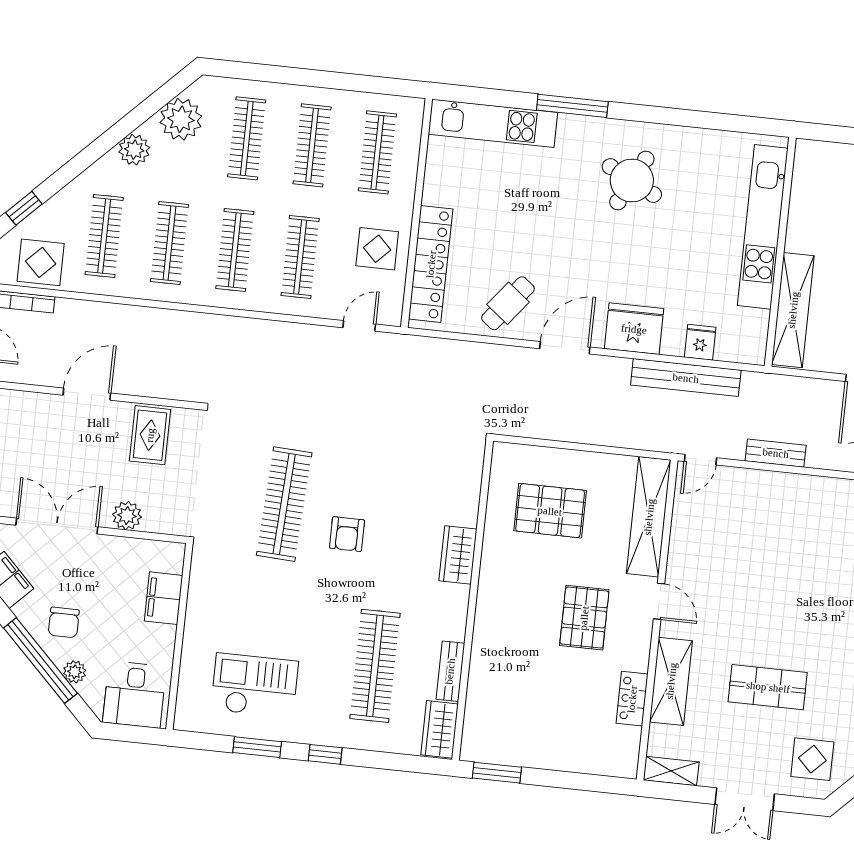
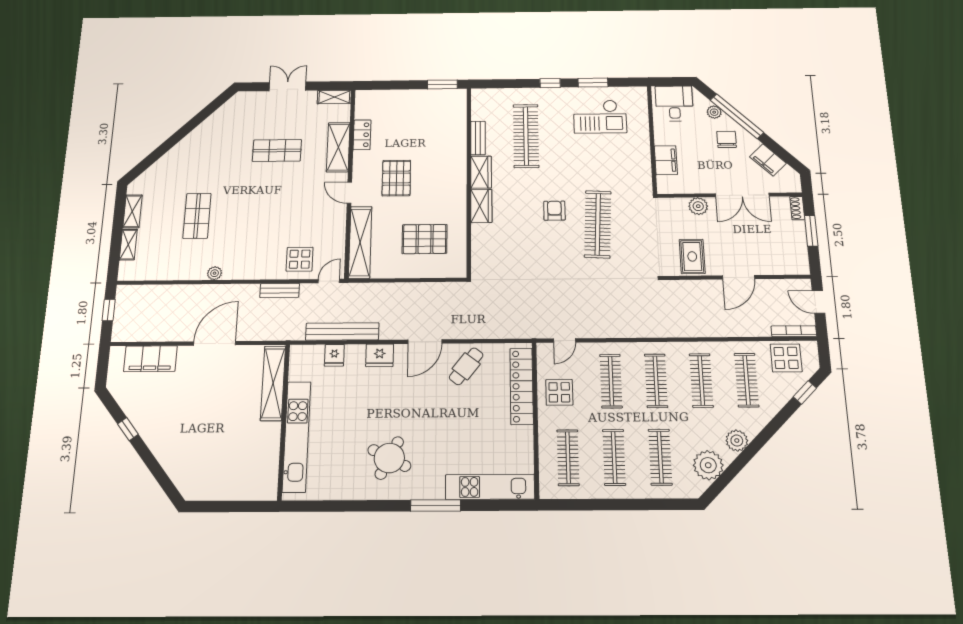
fridge: (634, 329) -> (380, 355), width x0.73, depth x0.75
wardrobe: (440, 729) -> (481, 172), moved
display table: (812, 759) -> (300, 259), moved

